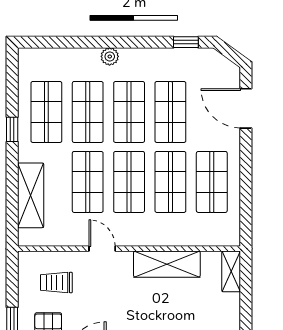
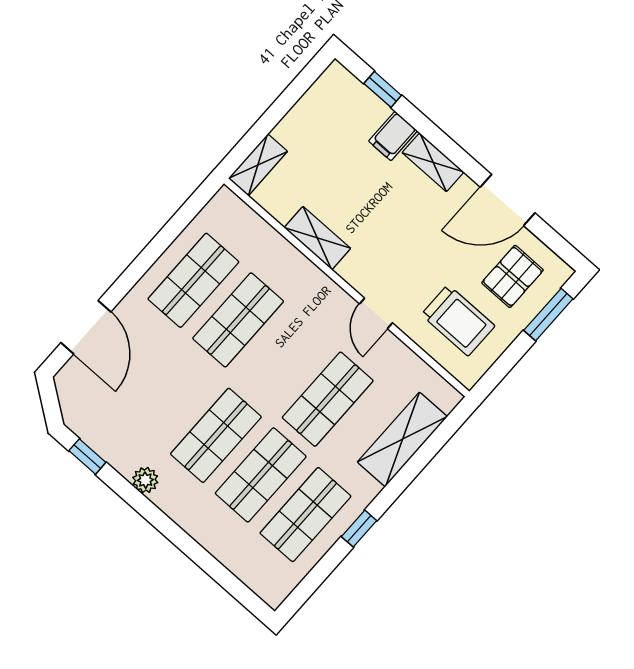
plant: (110, 56) -> (145, 480), moved
shop shelf: (170, 112) -> (171, 396), removed
shop shelf: (129, 182) -> (283, 360), removed
shelving: (167, 264) -> (317, 238), width x0.67, depth x0.75
trolley: (56, 283) -> (458, 320), width x1.36, depth x1.39

